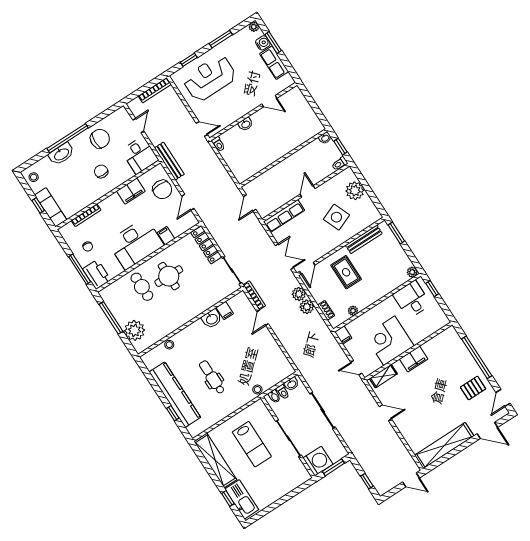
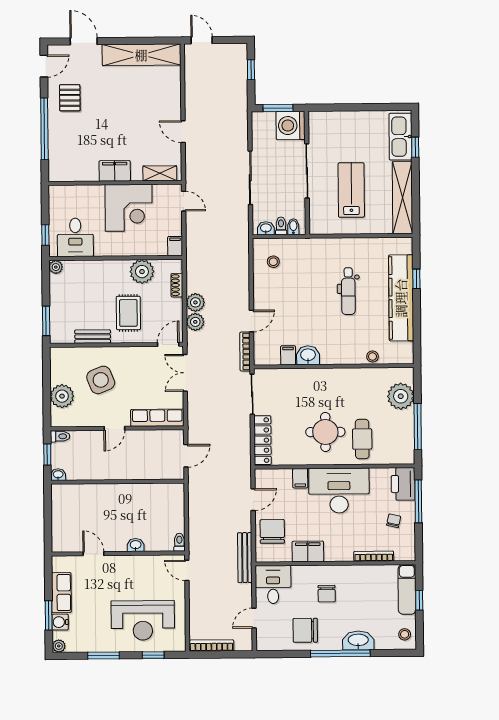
bench: (364, 239) -> (93, 337), width x0.73
plant: (353, 311) -> (142, 272), width x1.87, depth x1.87
pallet: (473, 388) -> (70, 98), turned 90
stool: (257, 390) -> (273, 262), moved

